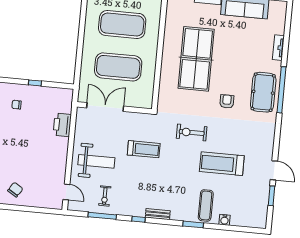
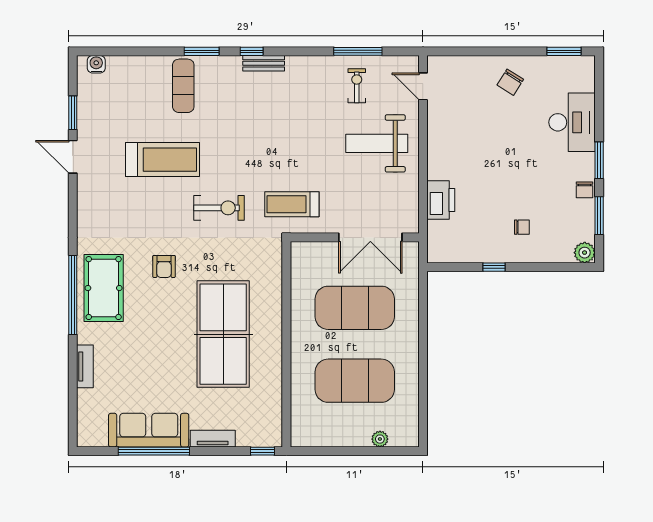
treadmill: (144, 149) -> (292, 204), moved
window: (139, 219) -> (252, 51), moved
water cooler: (225, 220) -> (96, 64), moved

